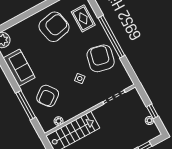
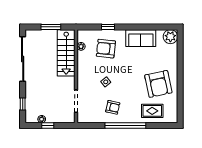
armchair: (101, 58) -> (113, 107), width x0.53, depth x0.53
armchair: (48, 96) -> (106, 49), turned -47
window: (26, 105) -> (108, 27), width x0.46

